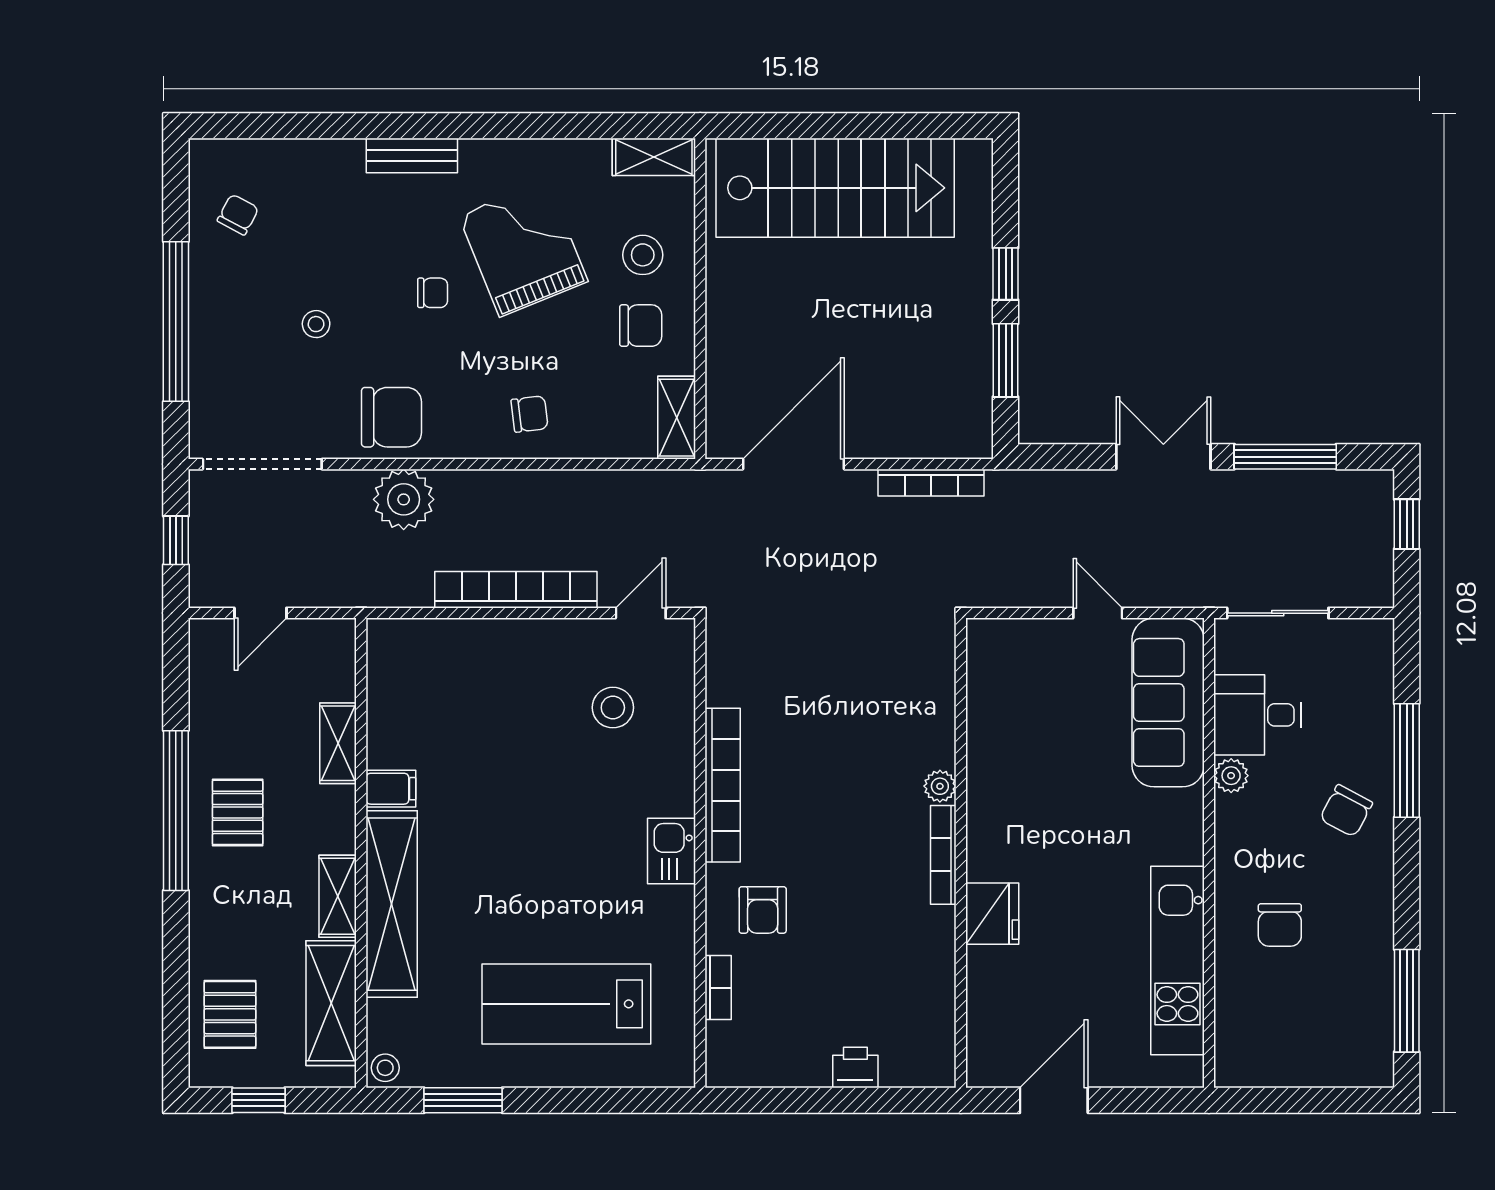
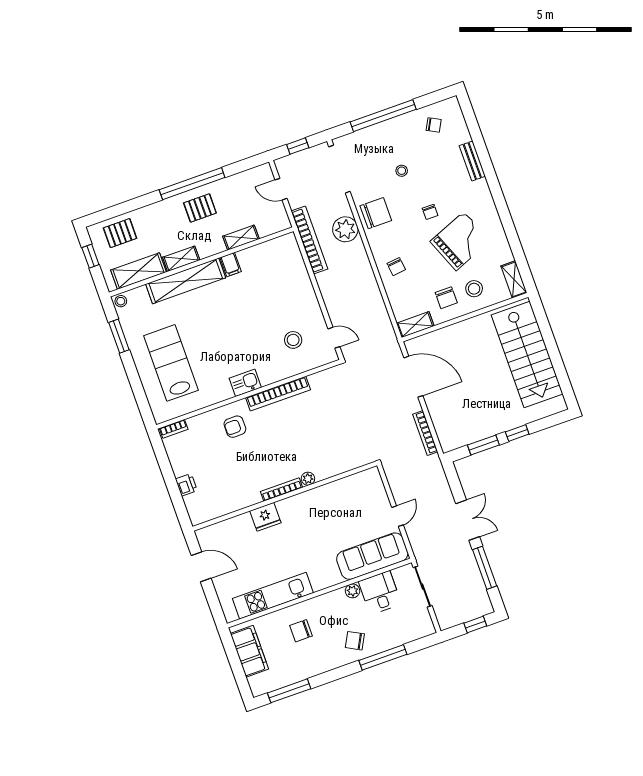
bench: (412, 156) -> (472, 161), moved
chair: (391, 417) -> (376, 213), turned -90
bookcase: (516, 590) -> (309, 240), moved
bookcase: (718, 988) -> (174, 429), moved
filing cabinet: (1285, 1059) -> (249, 651), added

